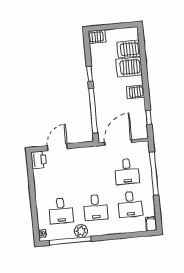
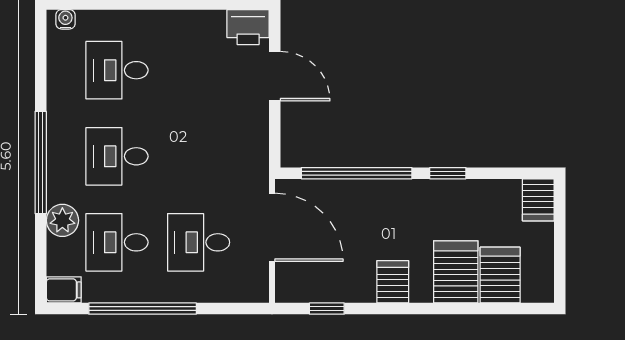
window: (154, 174) -> (143, 309), moved
plant: (81, 231) -> (62, 220), moved
window: (70, 241) -> (41, 162), moved

